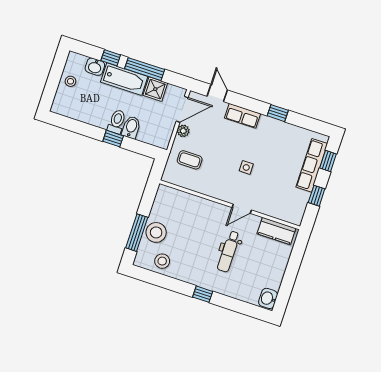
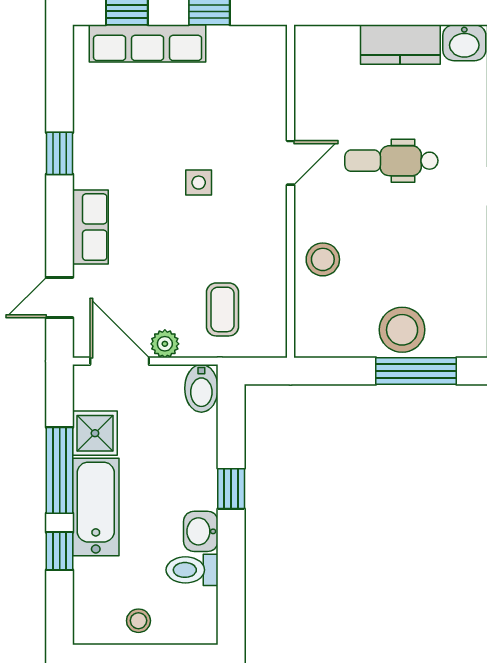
washbasin: (95, 67) -> (201, 531), moved, turned 180
toilet: (117, 122) -> (192, 570), moved
bidet: (131, 127) -> (201, 388), moved, turned -90
door: (242, 209) -> (290, 163), hinge flipped
kitchen counter: (276, 231) -> (400, 44), moved, turned 90
dental chair: (229, 251) -> (391, 161), turned 180
stool: (162, 261) -> (323, 259), moved

